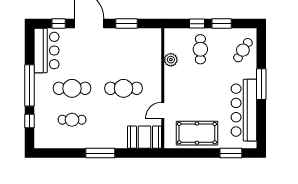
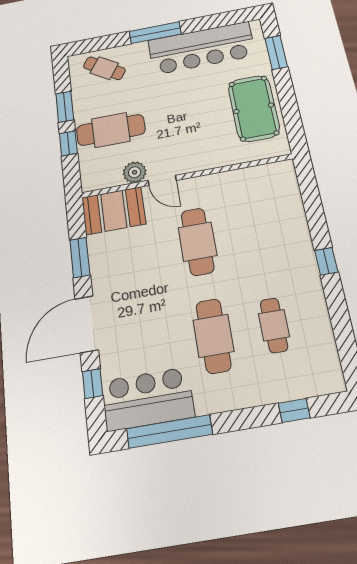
cafe table: (200, 49) -> (111, 130), width x1.37, depth x1.35
window: (30, 85) -> (169, 431), moved
door: (163, 110) -> (162, 180), moved
booth: (144, 137) -> (114, 211), moved, turned 90
window: (100, 153) -> (326, 261), width x0.46

